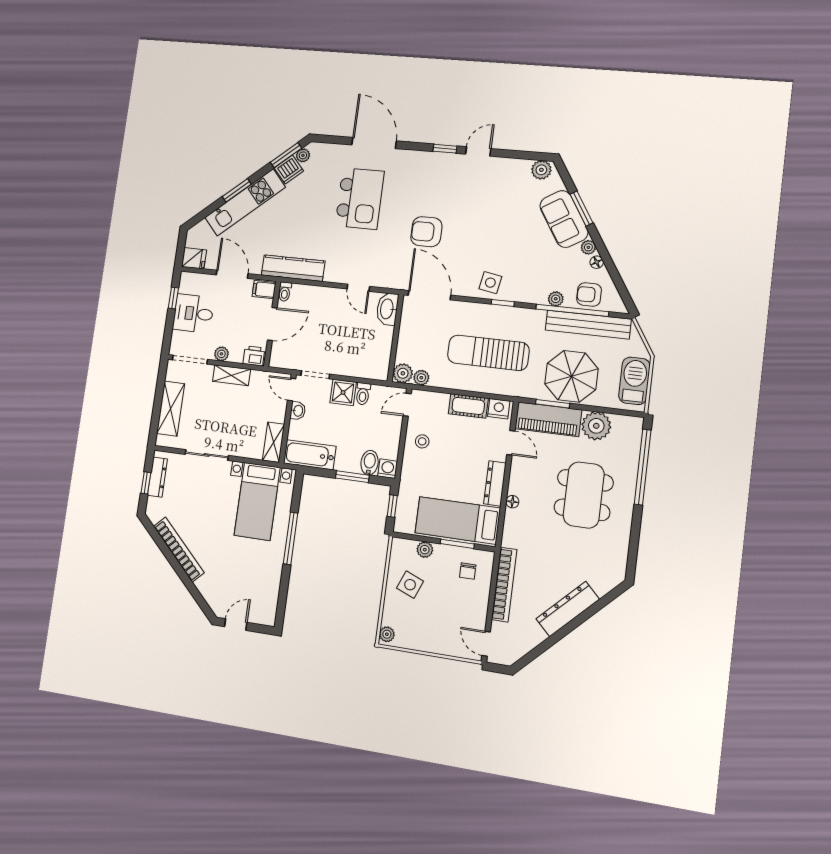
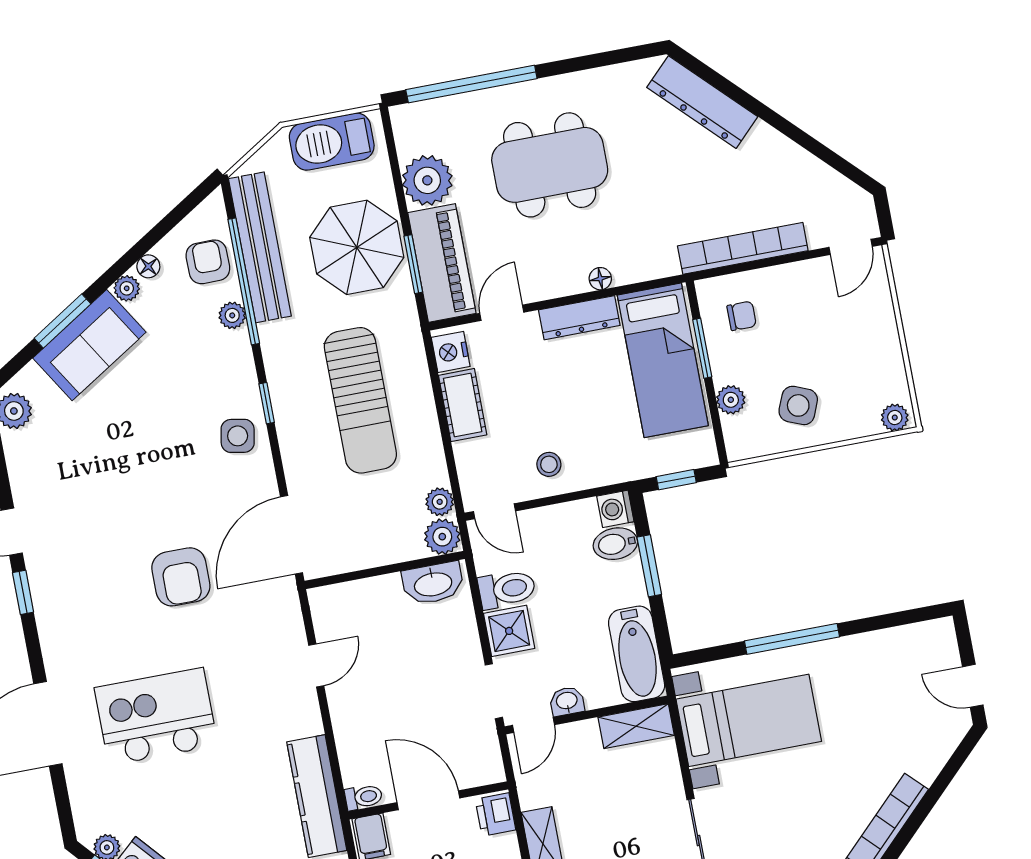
armchair: (589, 294) -> (208, 262), turned 180
washbasin: (387, 309) -> (433, 583), moved
toilet: (363, 394) -> (507, 589), width x1.37, depth x1.39
dresser: (568, 609) -> (702, 102), moved

